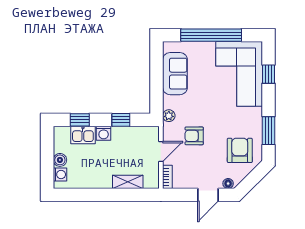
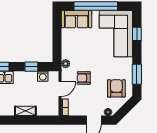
sofa: (175, 74) -> (76, 19), moved, turned 90
washing machine: (104, 133) -> (43, 76), moved
shelving: (128, 182) -> (25, 111), moved

